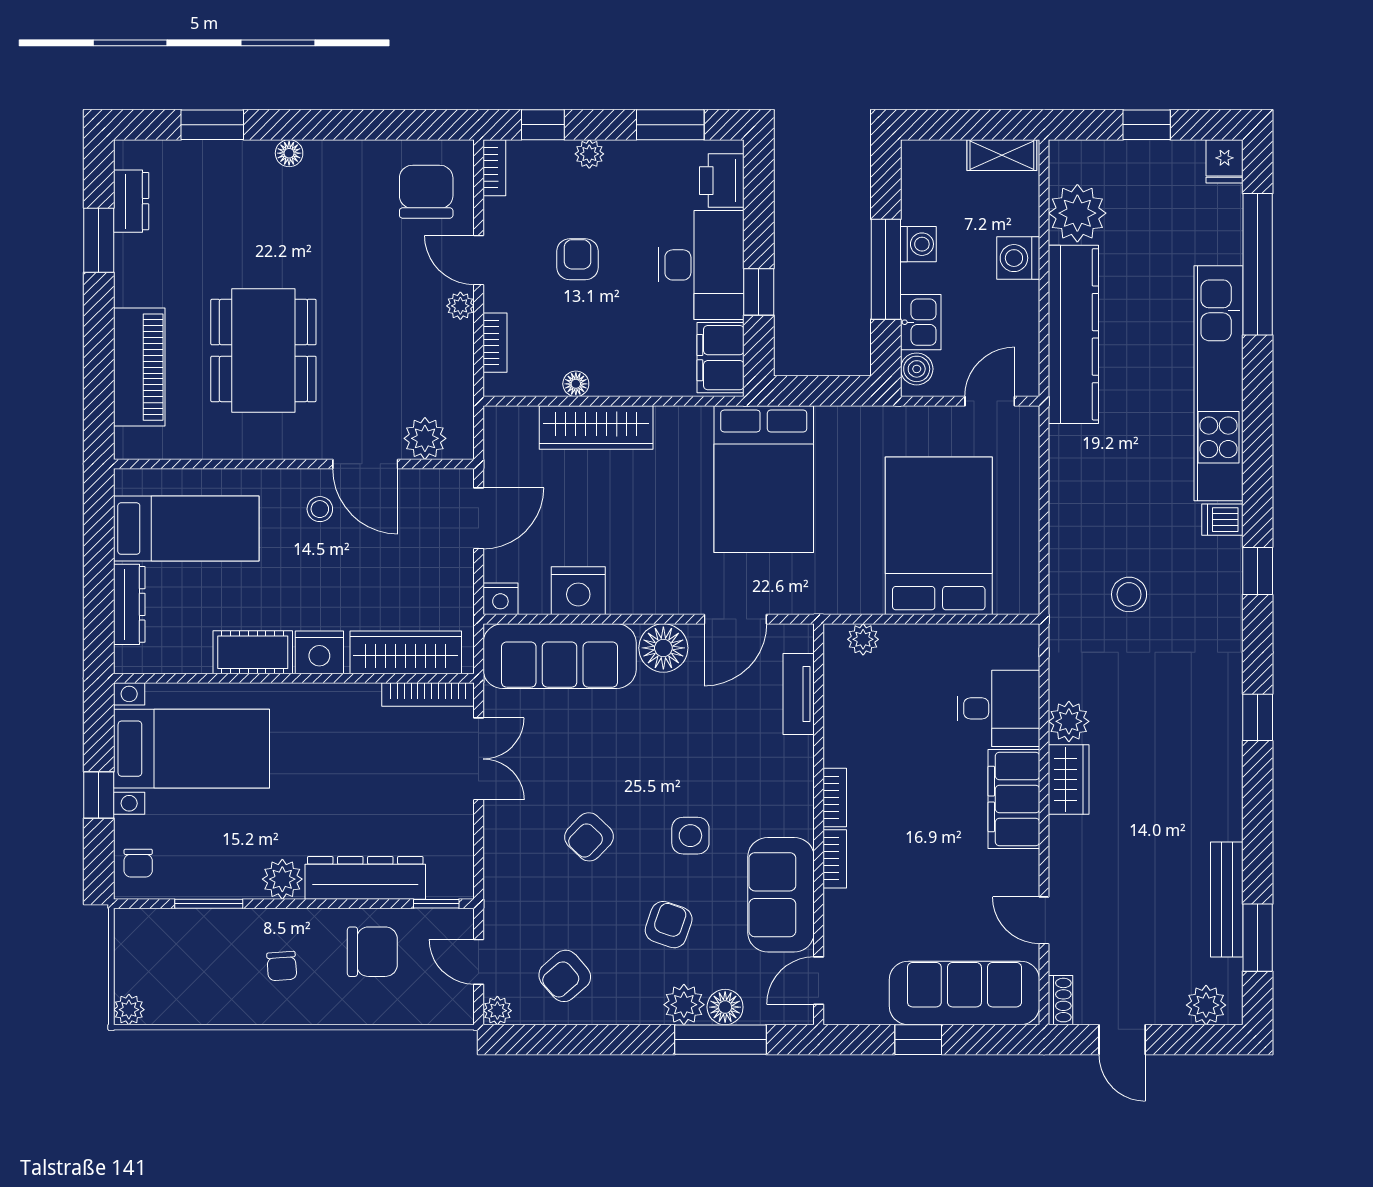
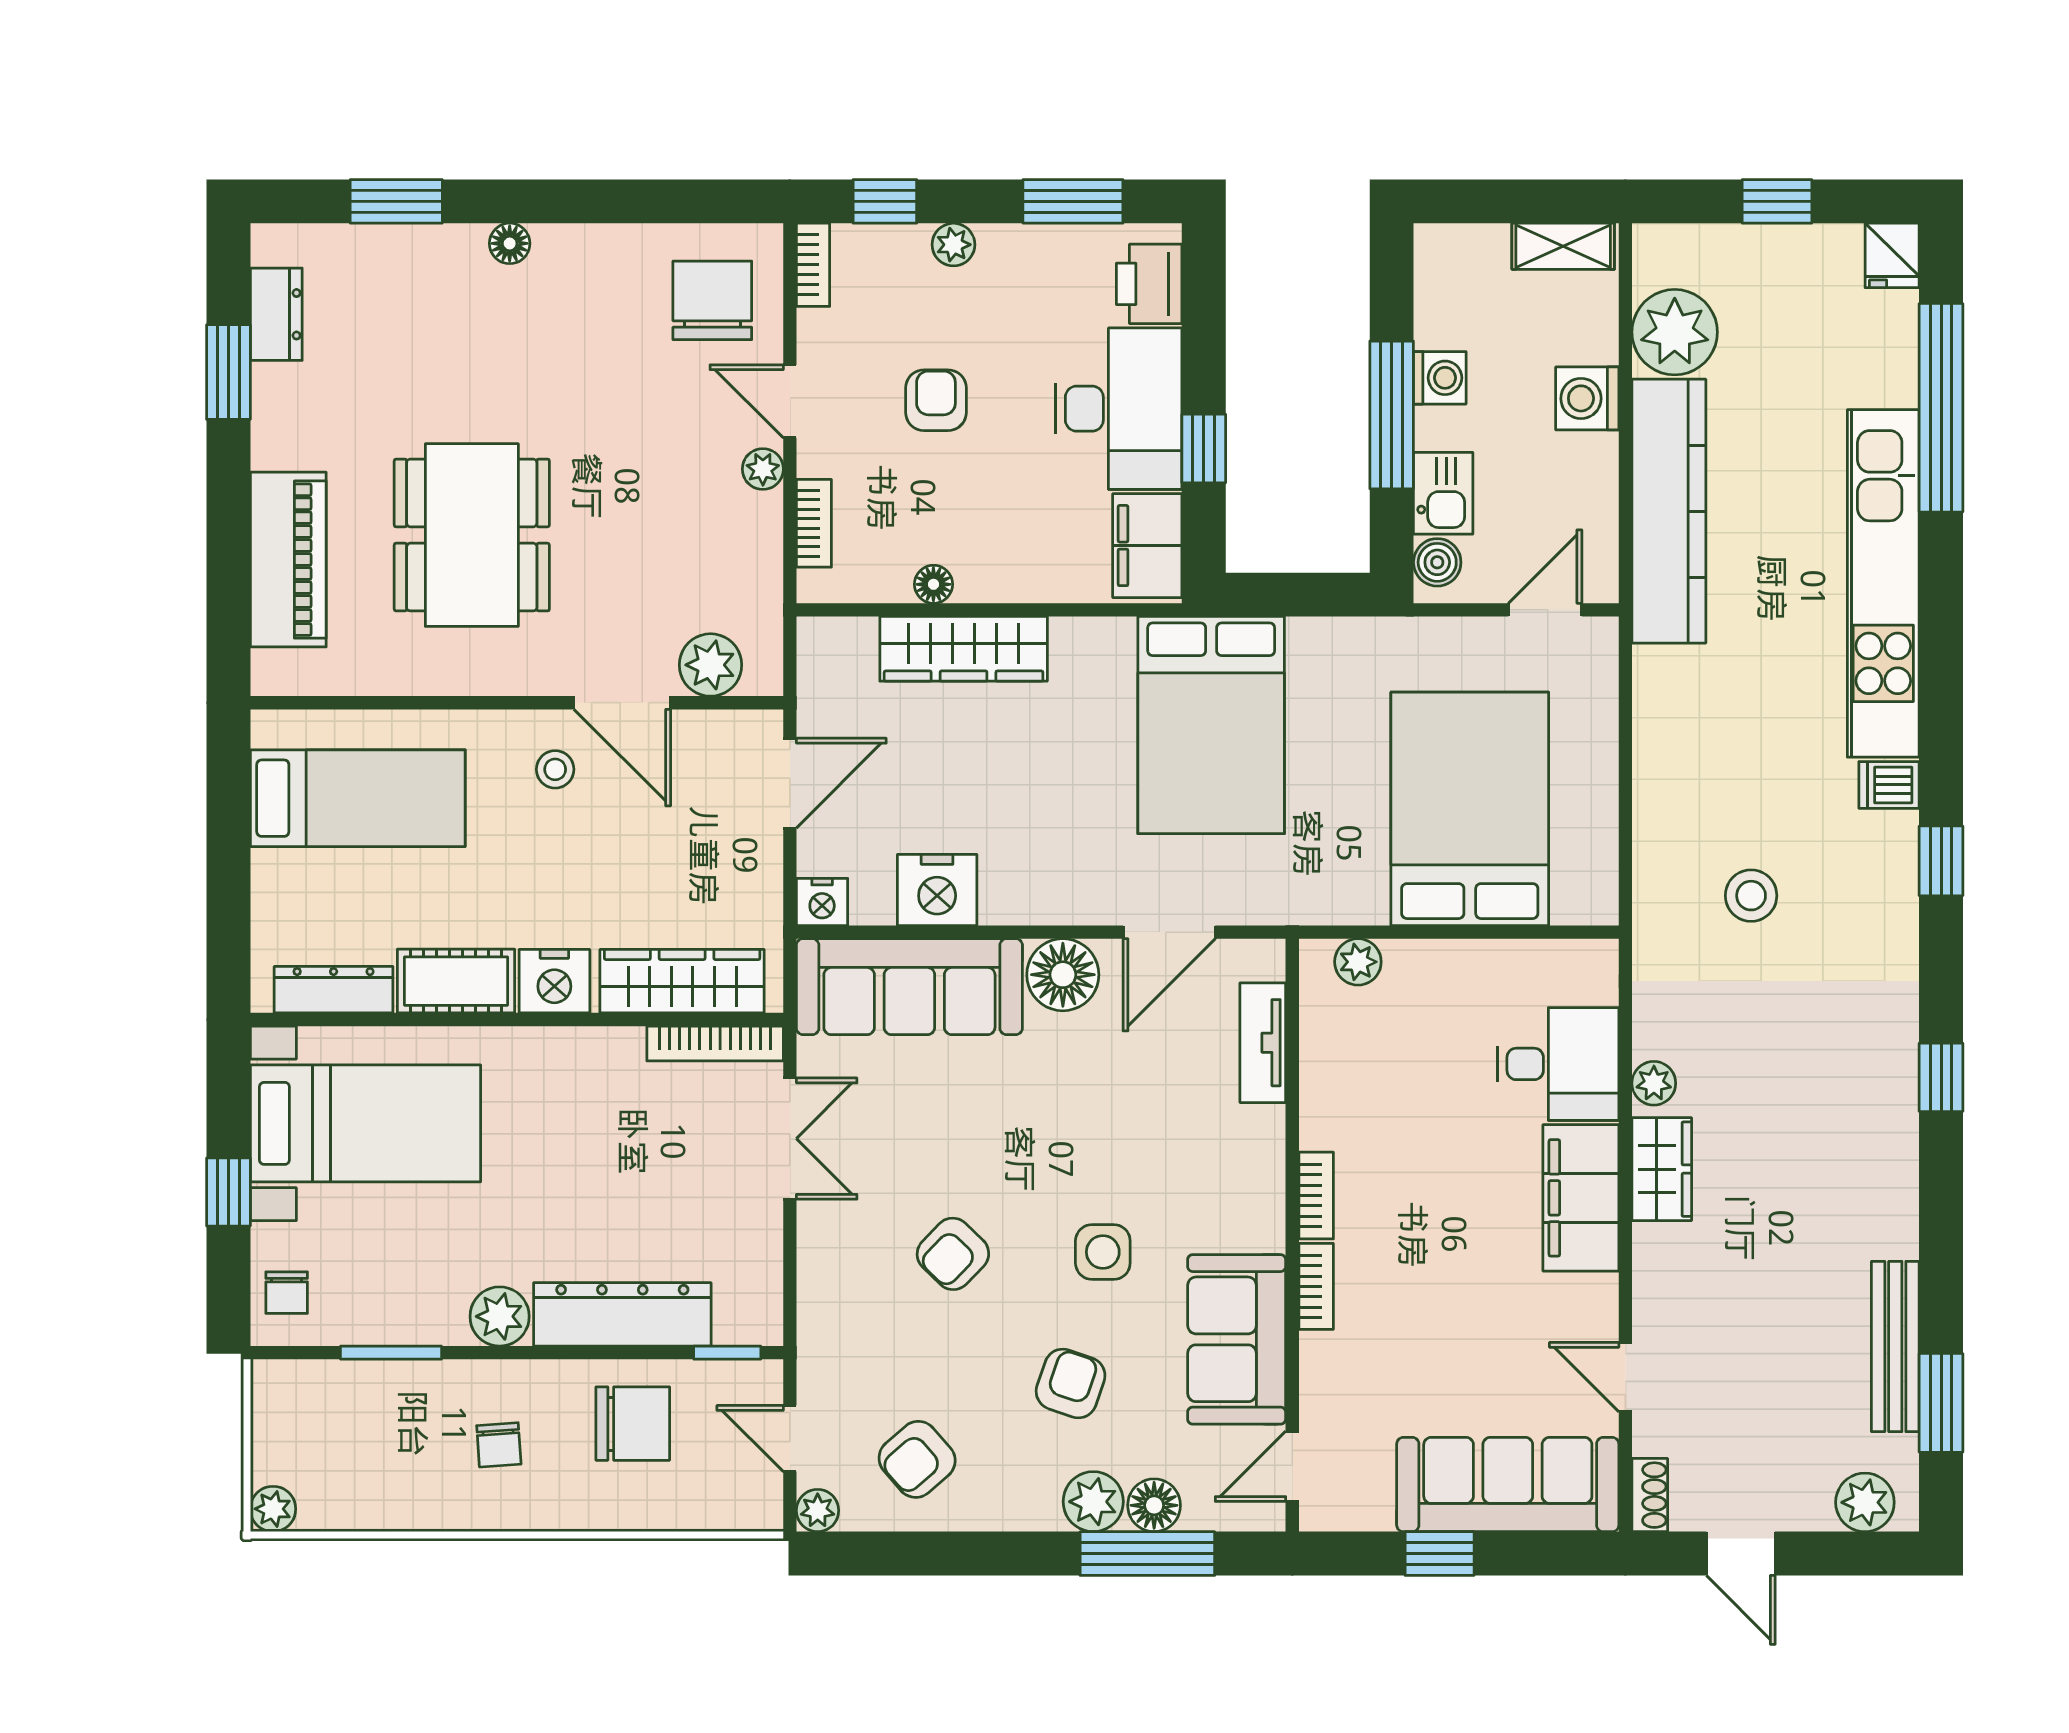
dresser: (129, 604) -> (334, 990), moved, turned -90
plant: (1069, 721) -> (1654, 1083), width x0.73, depth x0.73

